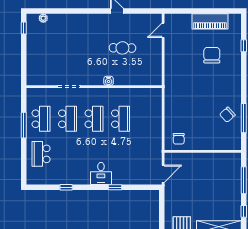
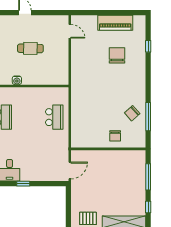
door: (163, 30) -> (70, 31), swing flipped
school desk: (121, 119) -> (54, 117), moved
chair: (179, 139) -> (115, 136), moved

